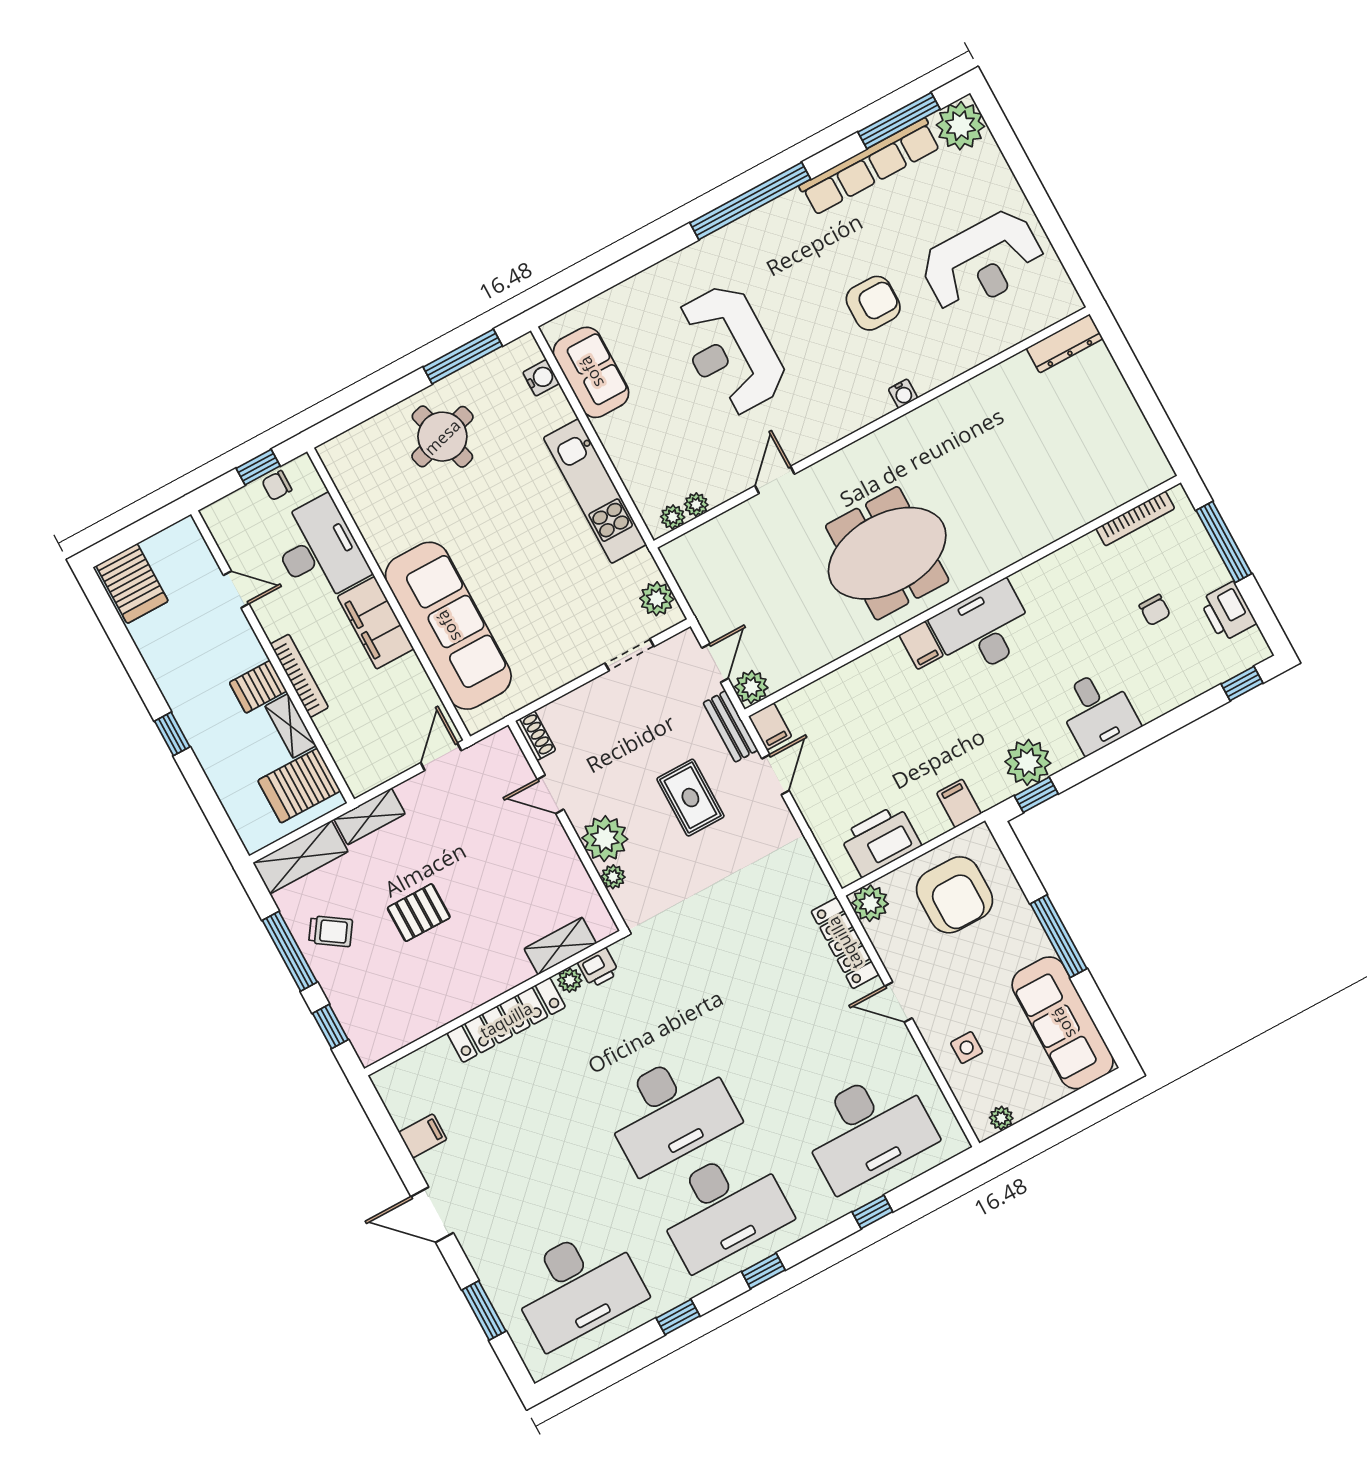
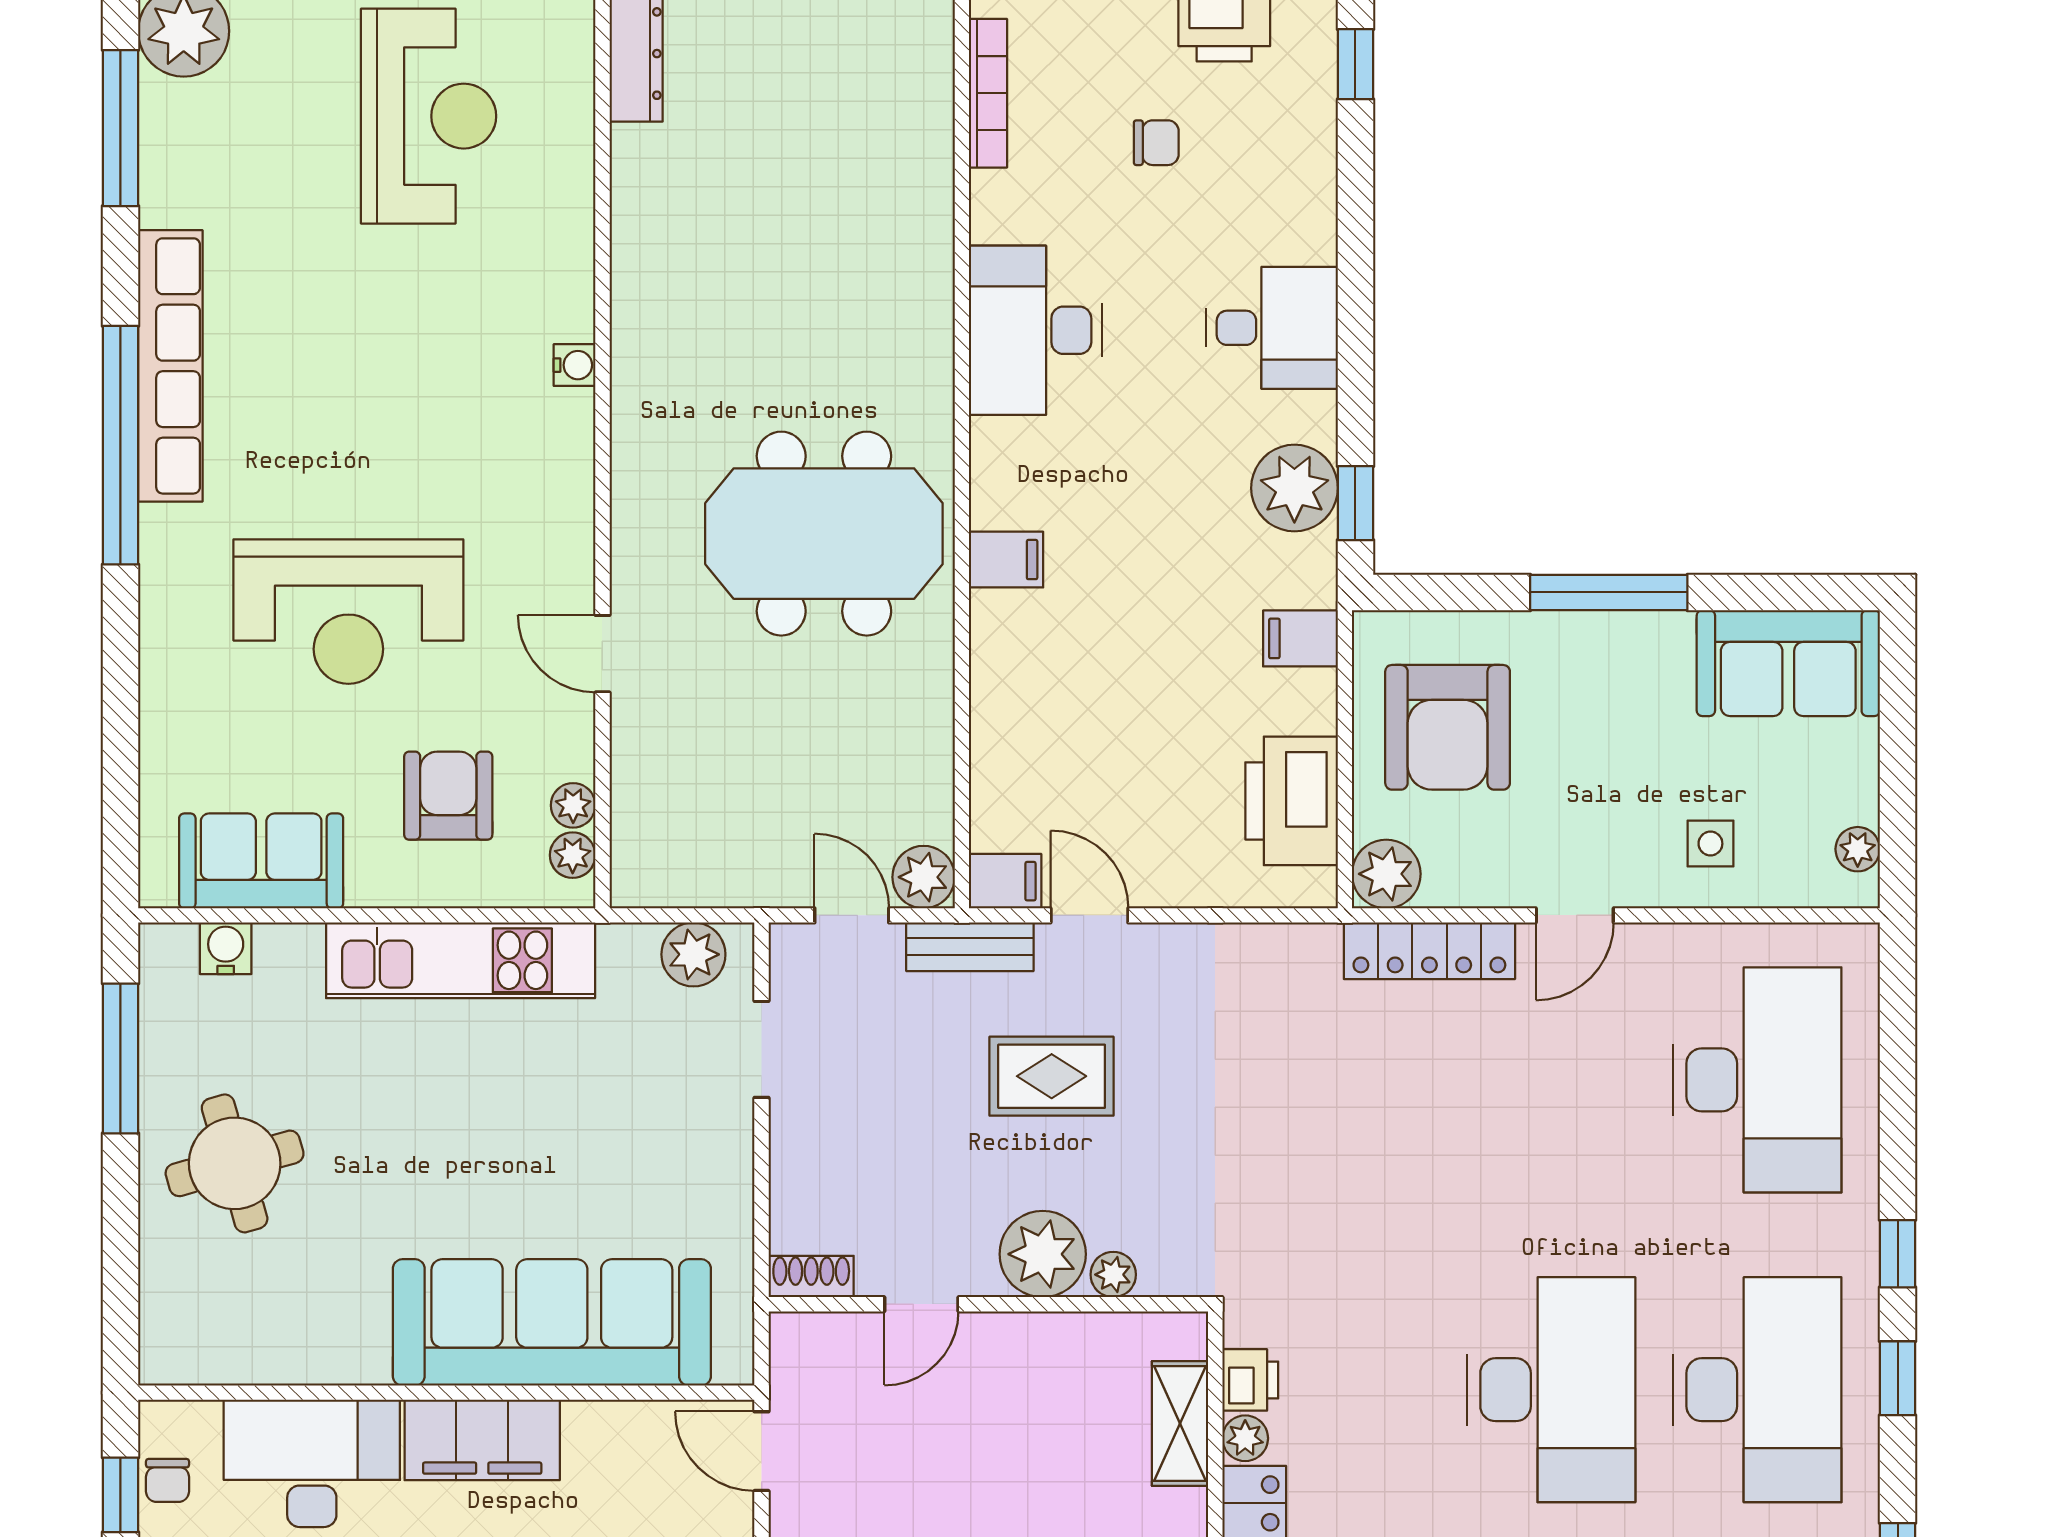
row of seats: (870, 167) -> (170, 366), moved
armchair: (873, 303) -> (448, 796), moved
meeting table: (887, 553) -> (824, 534), turned 90
desk: (984, 629) -> (1035, 330), moved
armchair: (954, 895) -> (1448, 727), turned 90
sofa: (1063, 1023) -> (1788, 663), width x0.73
window: (872, 1212) -> (1898, 1254), moved

